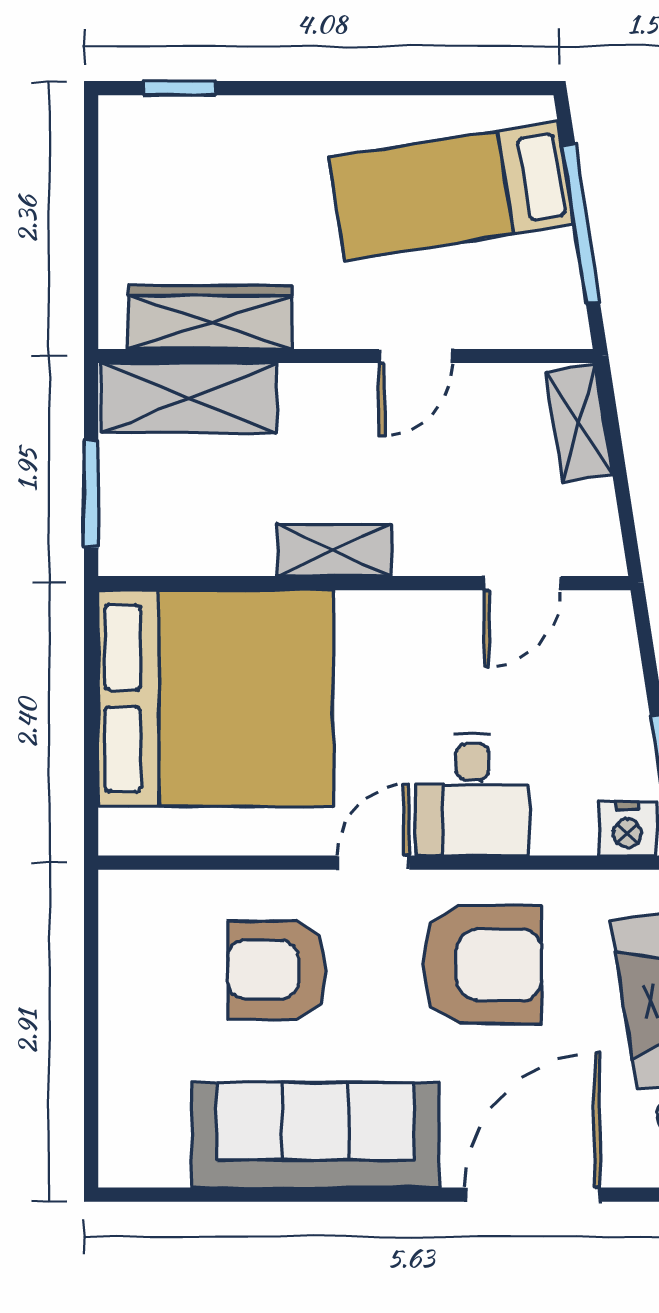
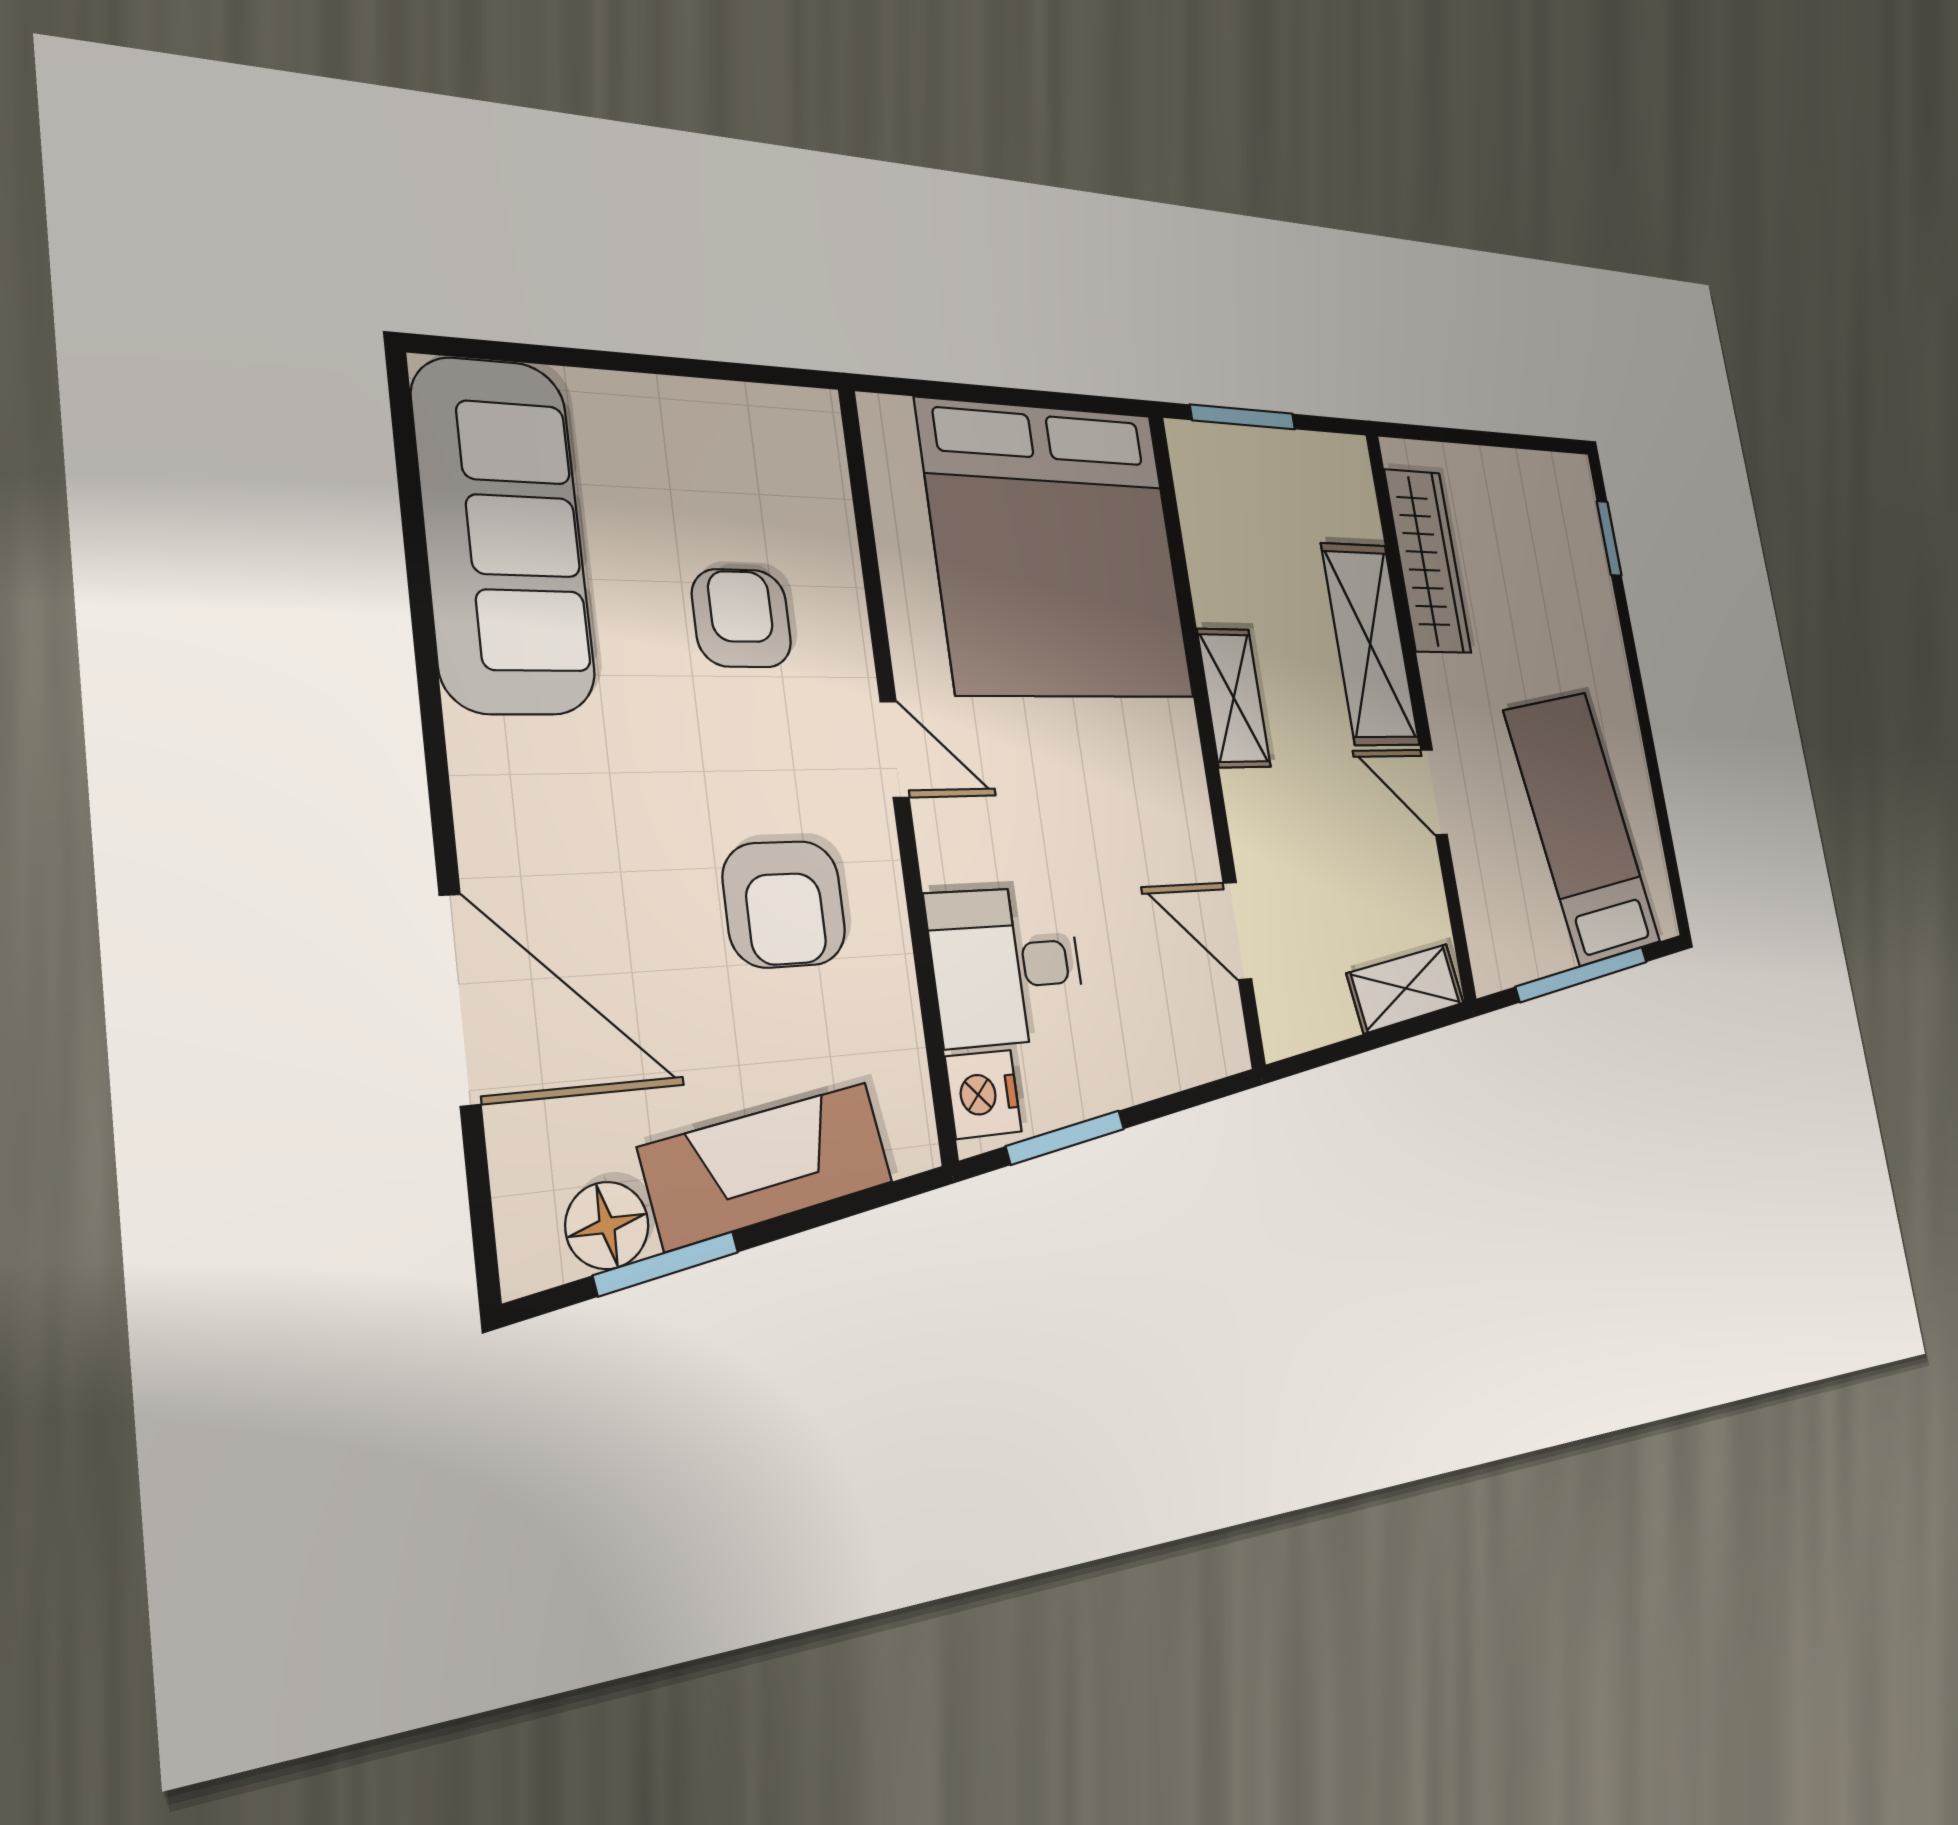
shelving: (189, 398) -> (1370, 644), moved
desk: (472, 795) -> (1007, 966), moved
armchair: (482, 964) -> (784, 904), width x0.73, depth x0.73
armchair: (277, 970) -> (742, 618), width x0.72, depth x0.72
sofa: (315, 1135) -> (503, 535), moved

